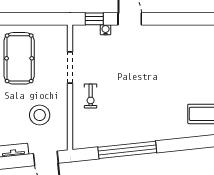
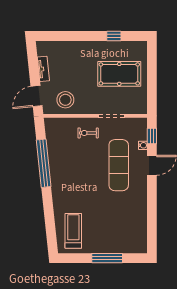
exercise mat: (130, 59) -> (119, 165), added
stool: (40, 115) -> (65, 100), moved

